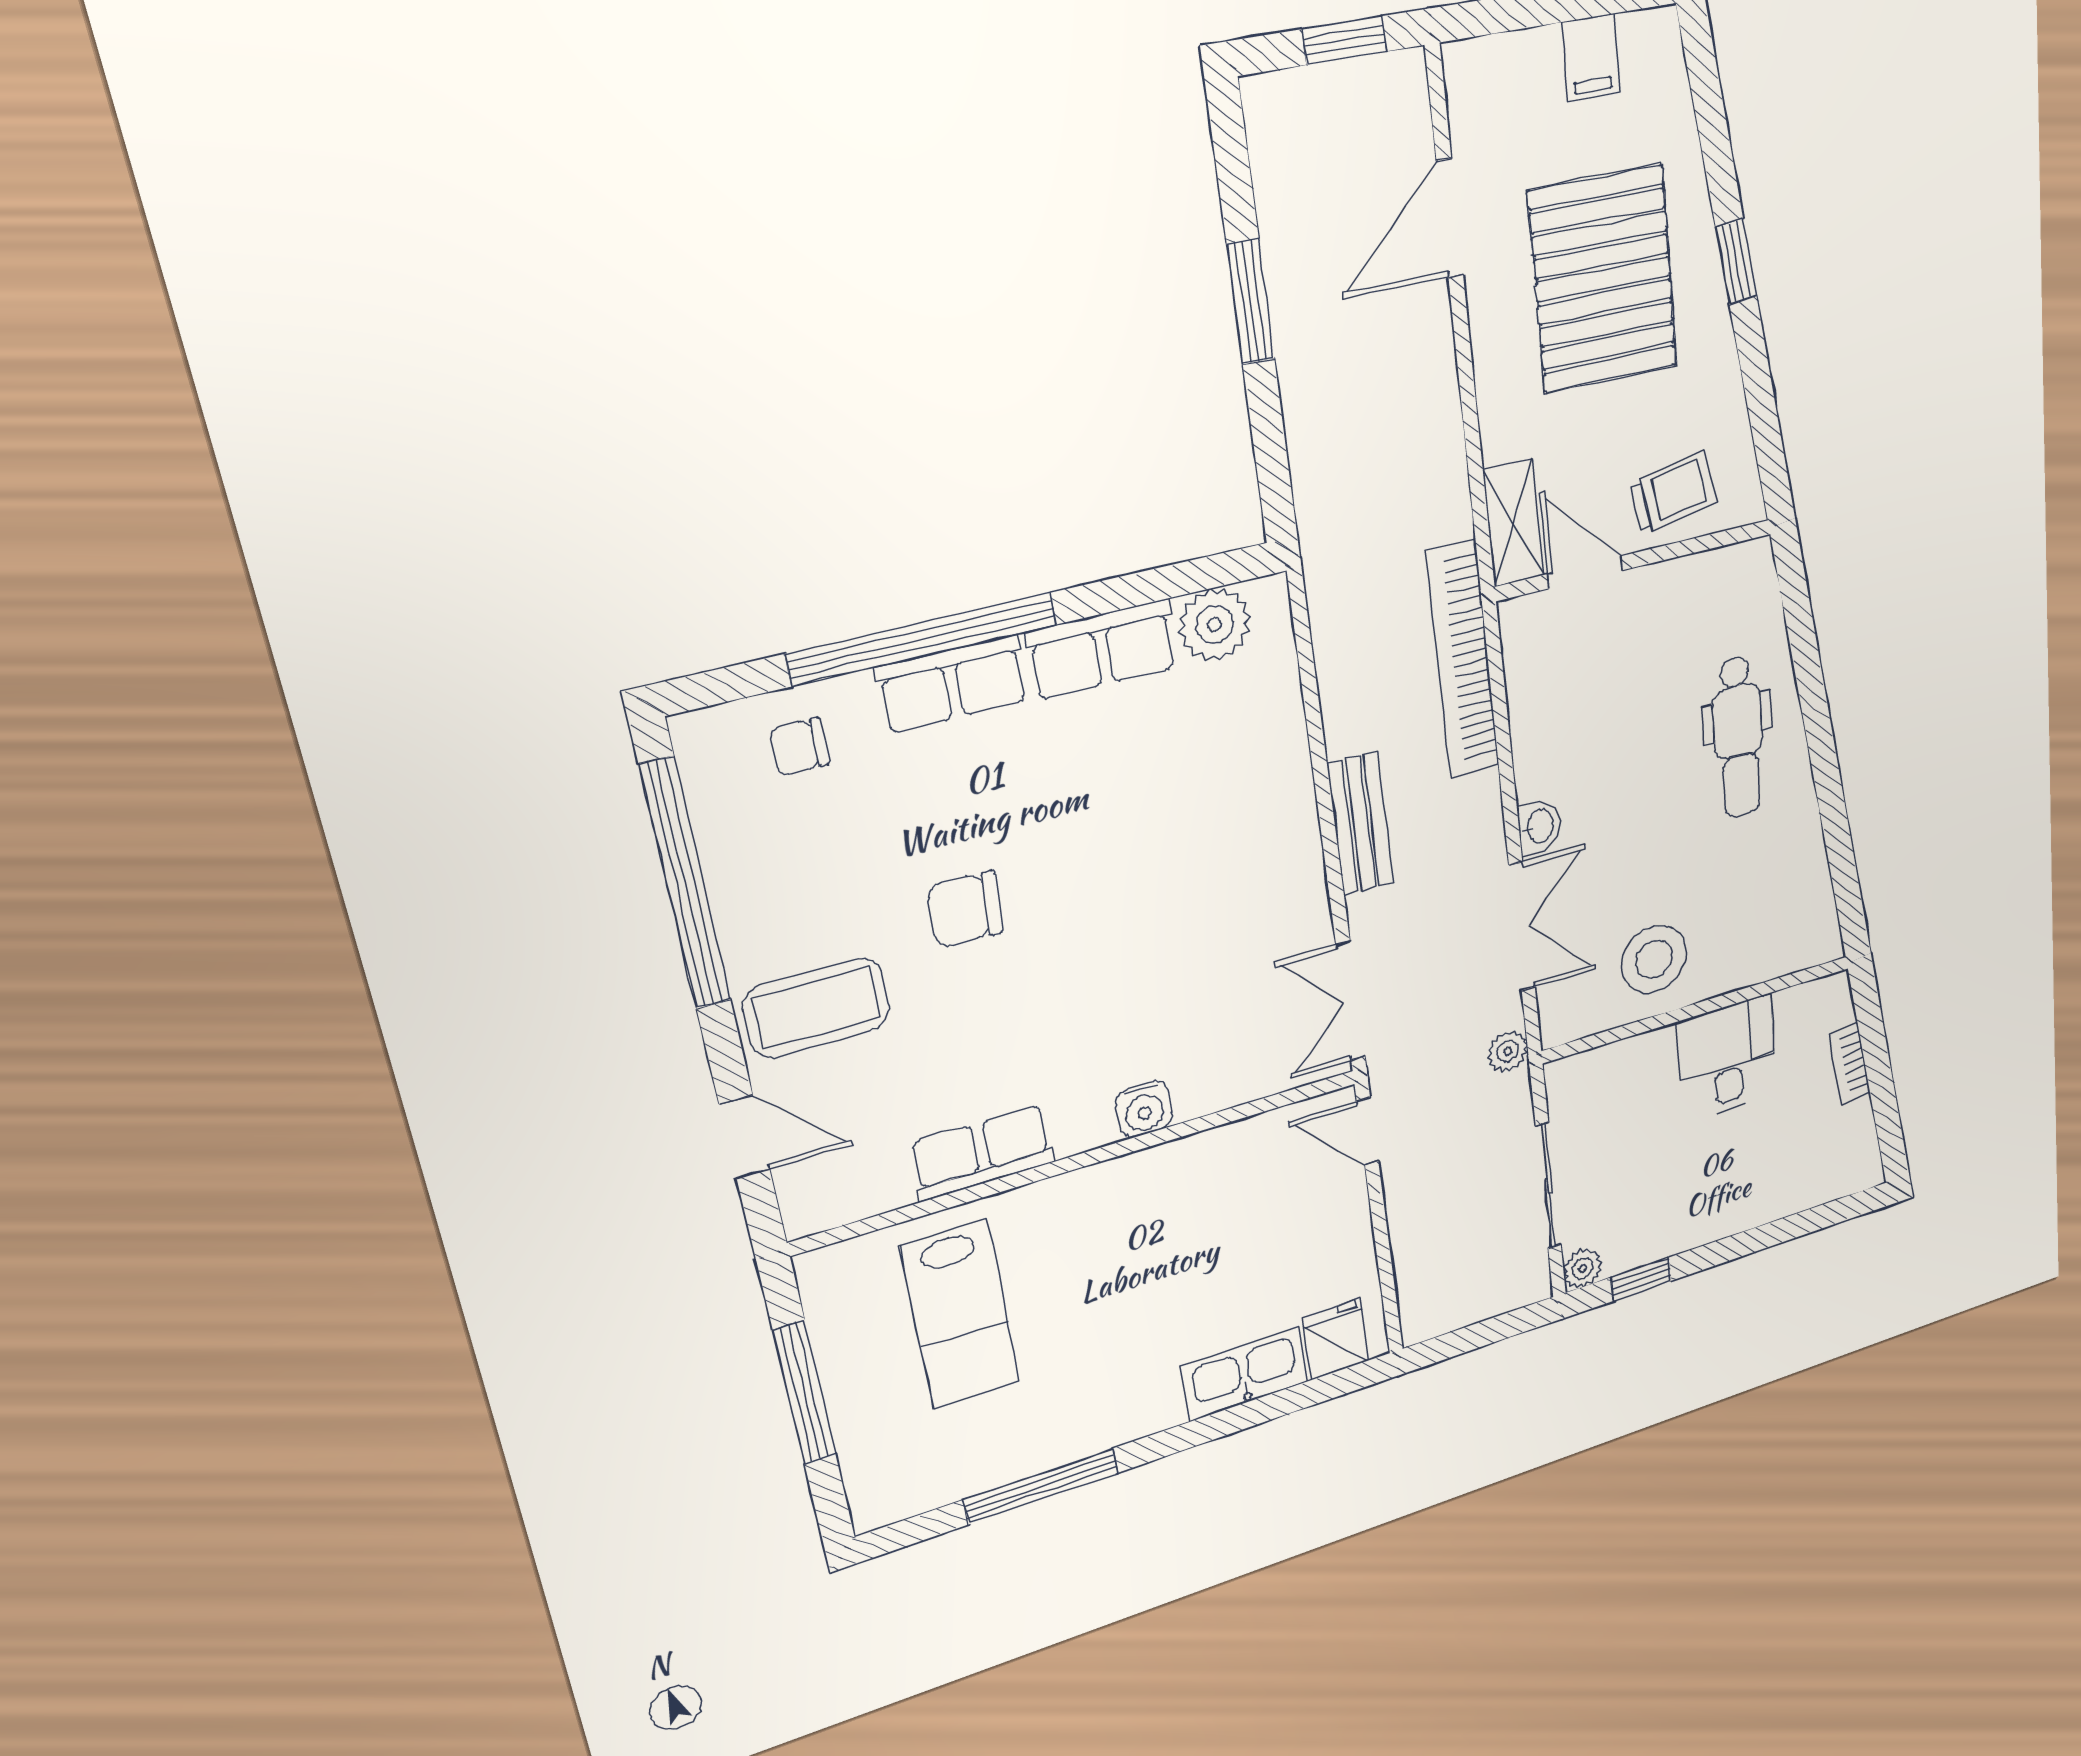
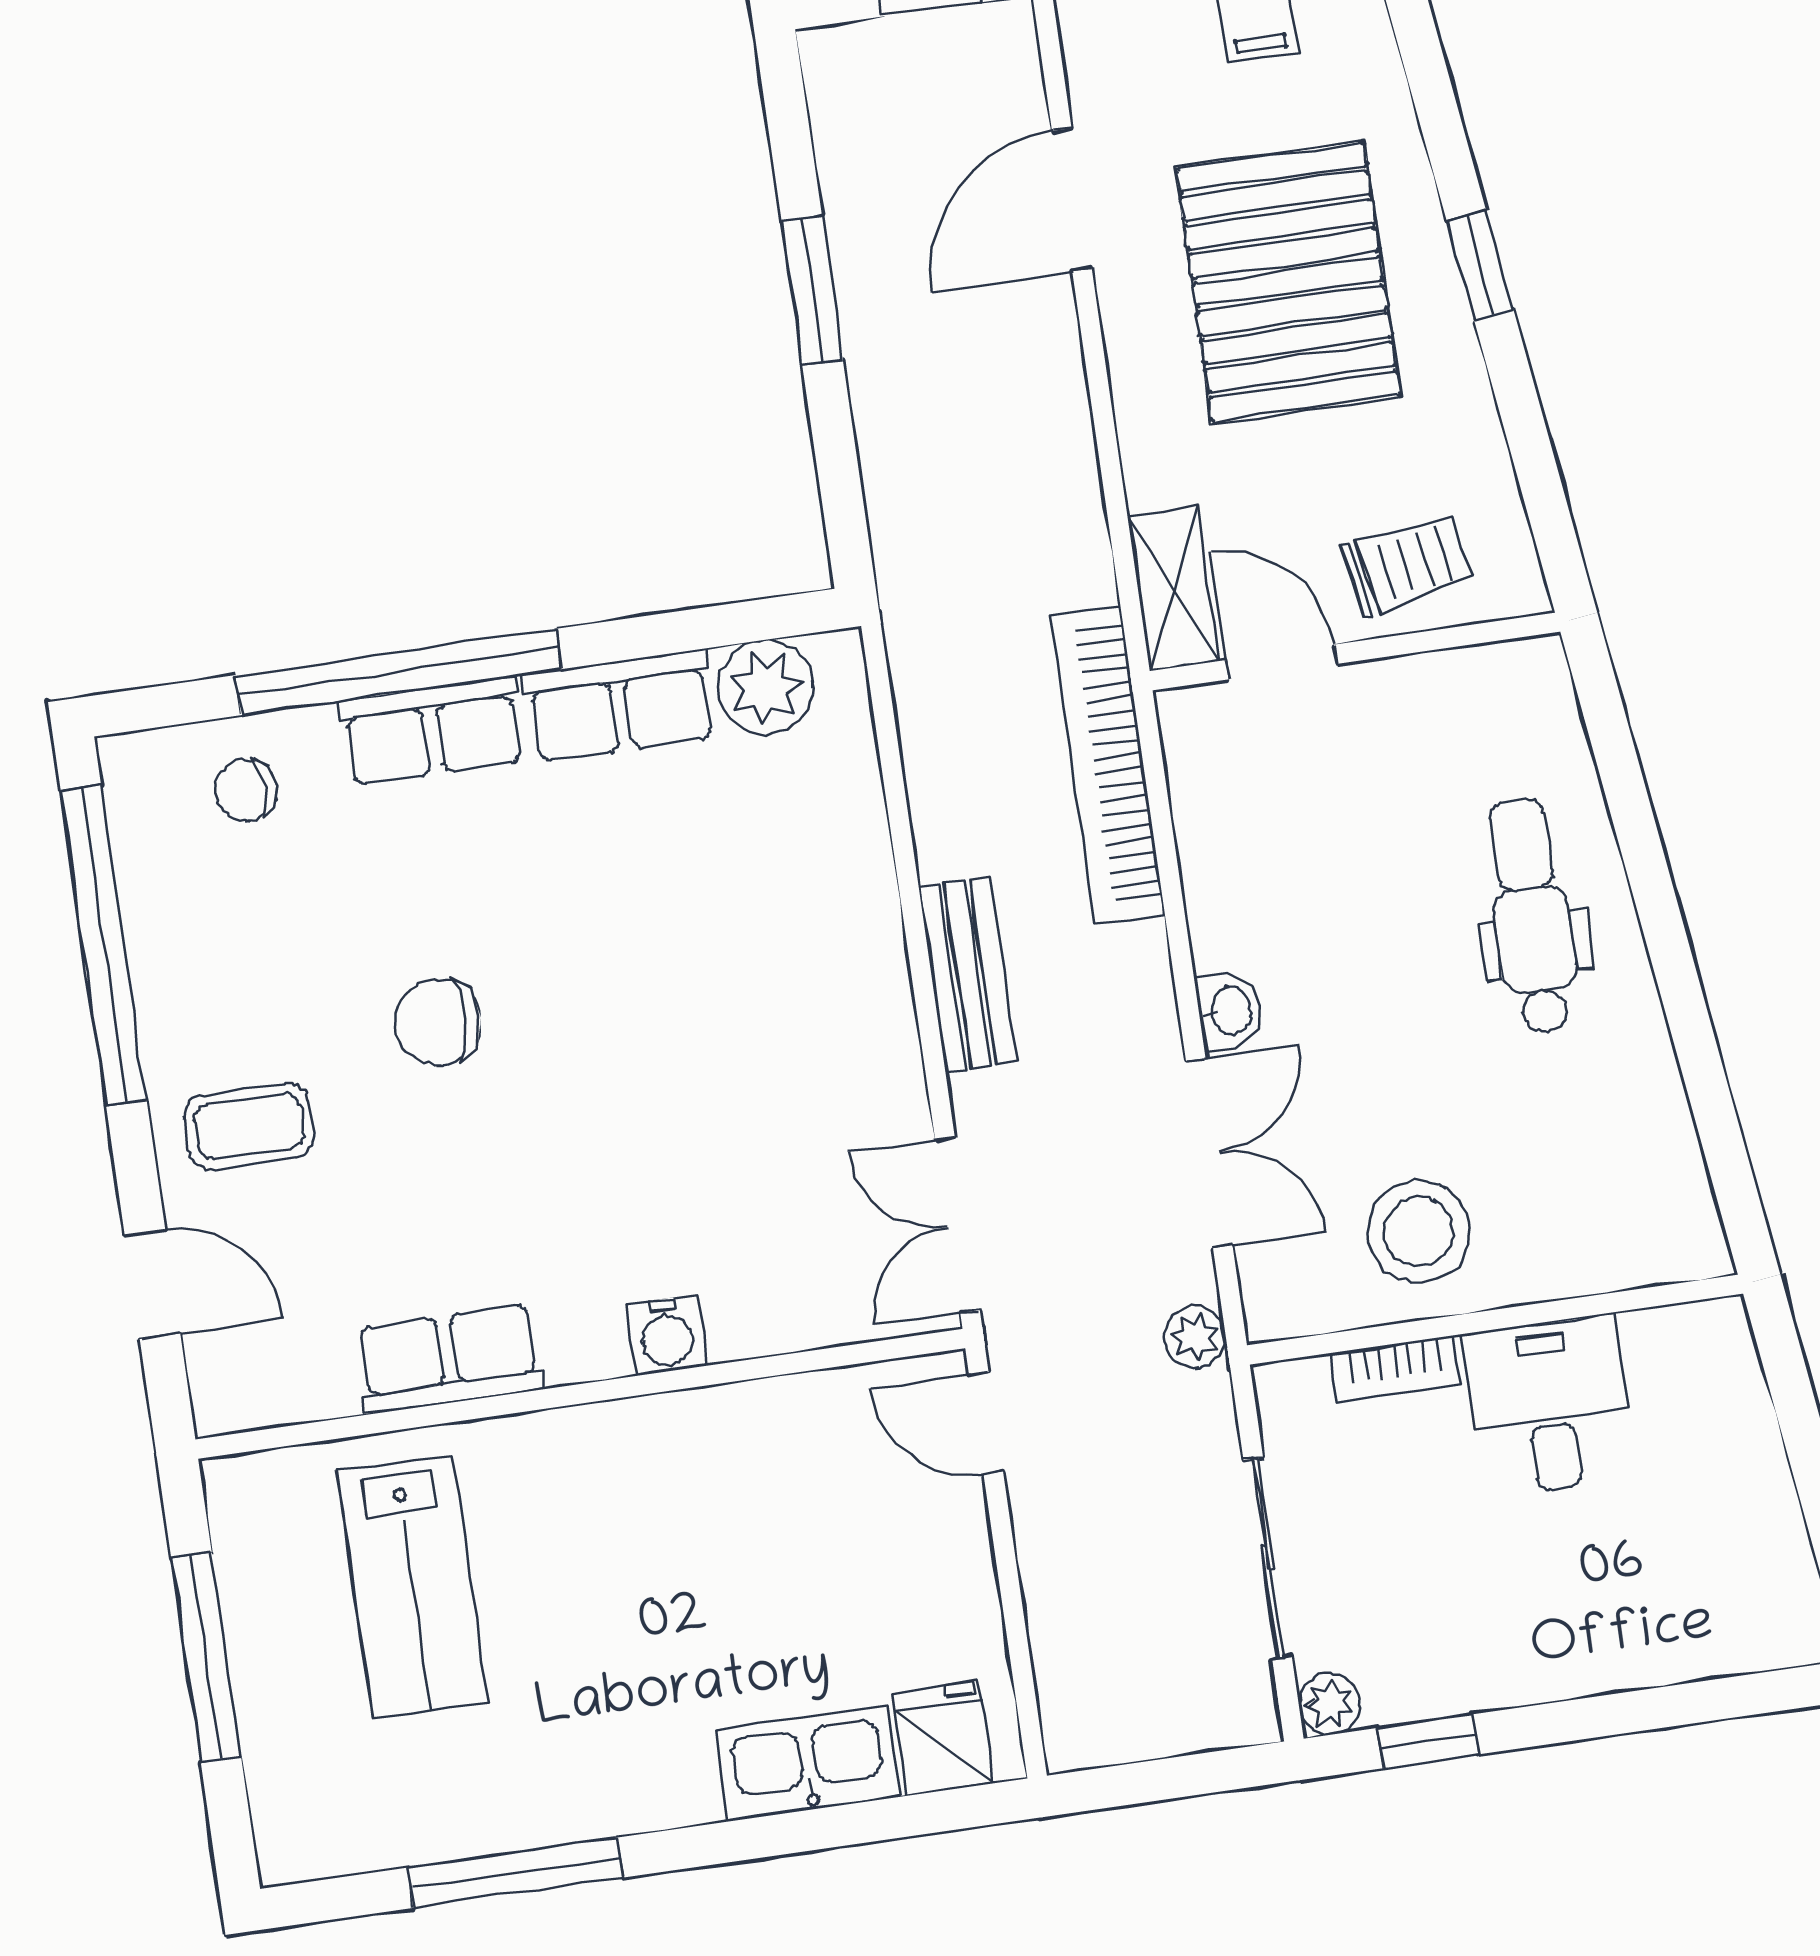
dental chair: (1738, 737) -> (1532, 917), turned 180
coffee table: (817, 1008) -> (249, 1126), width x0.73, depth x0.77
bookcase: (1850, 1064) -> (1396, 1369), moved, turned -83

